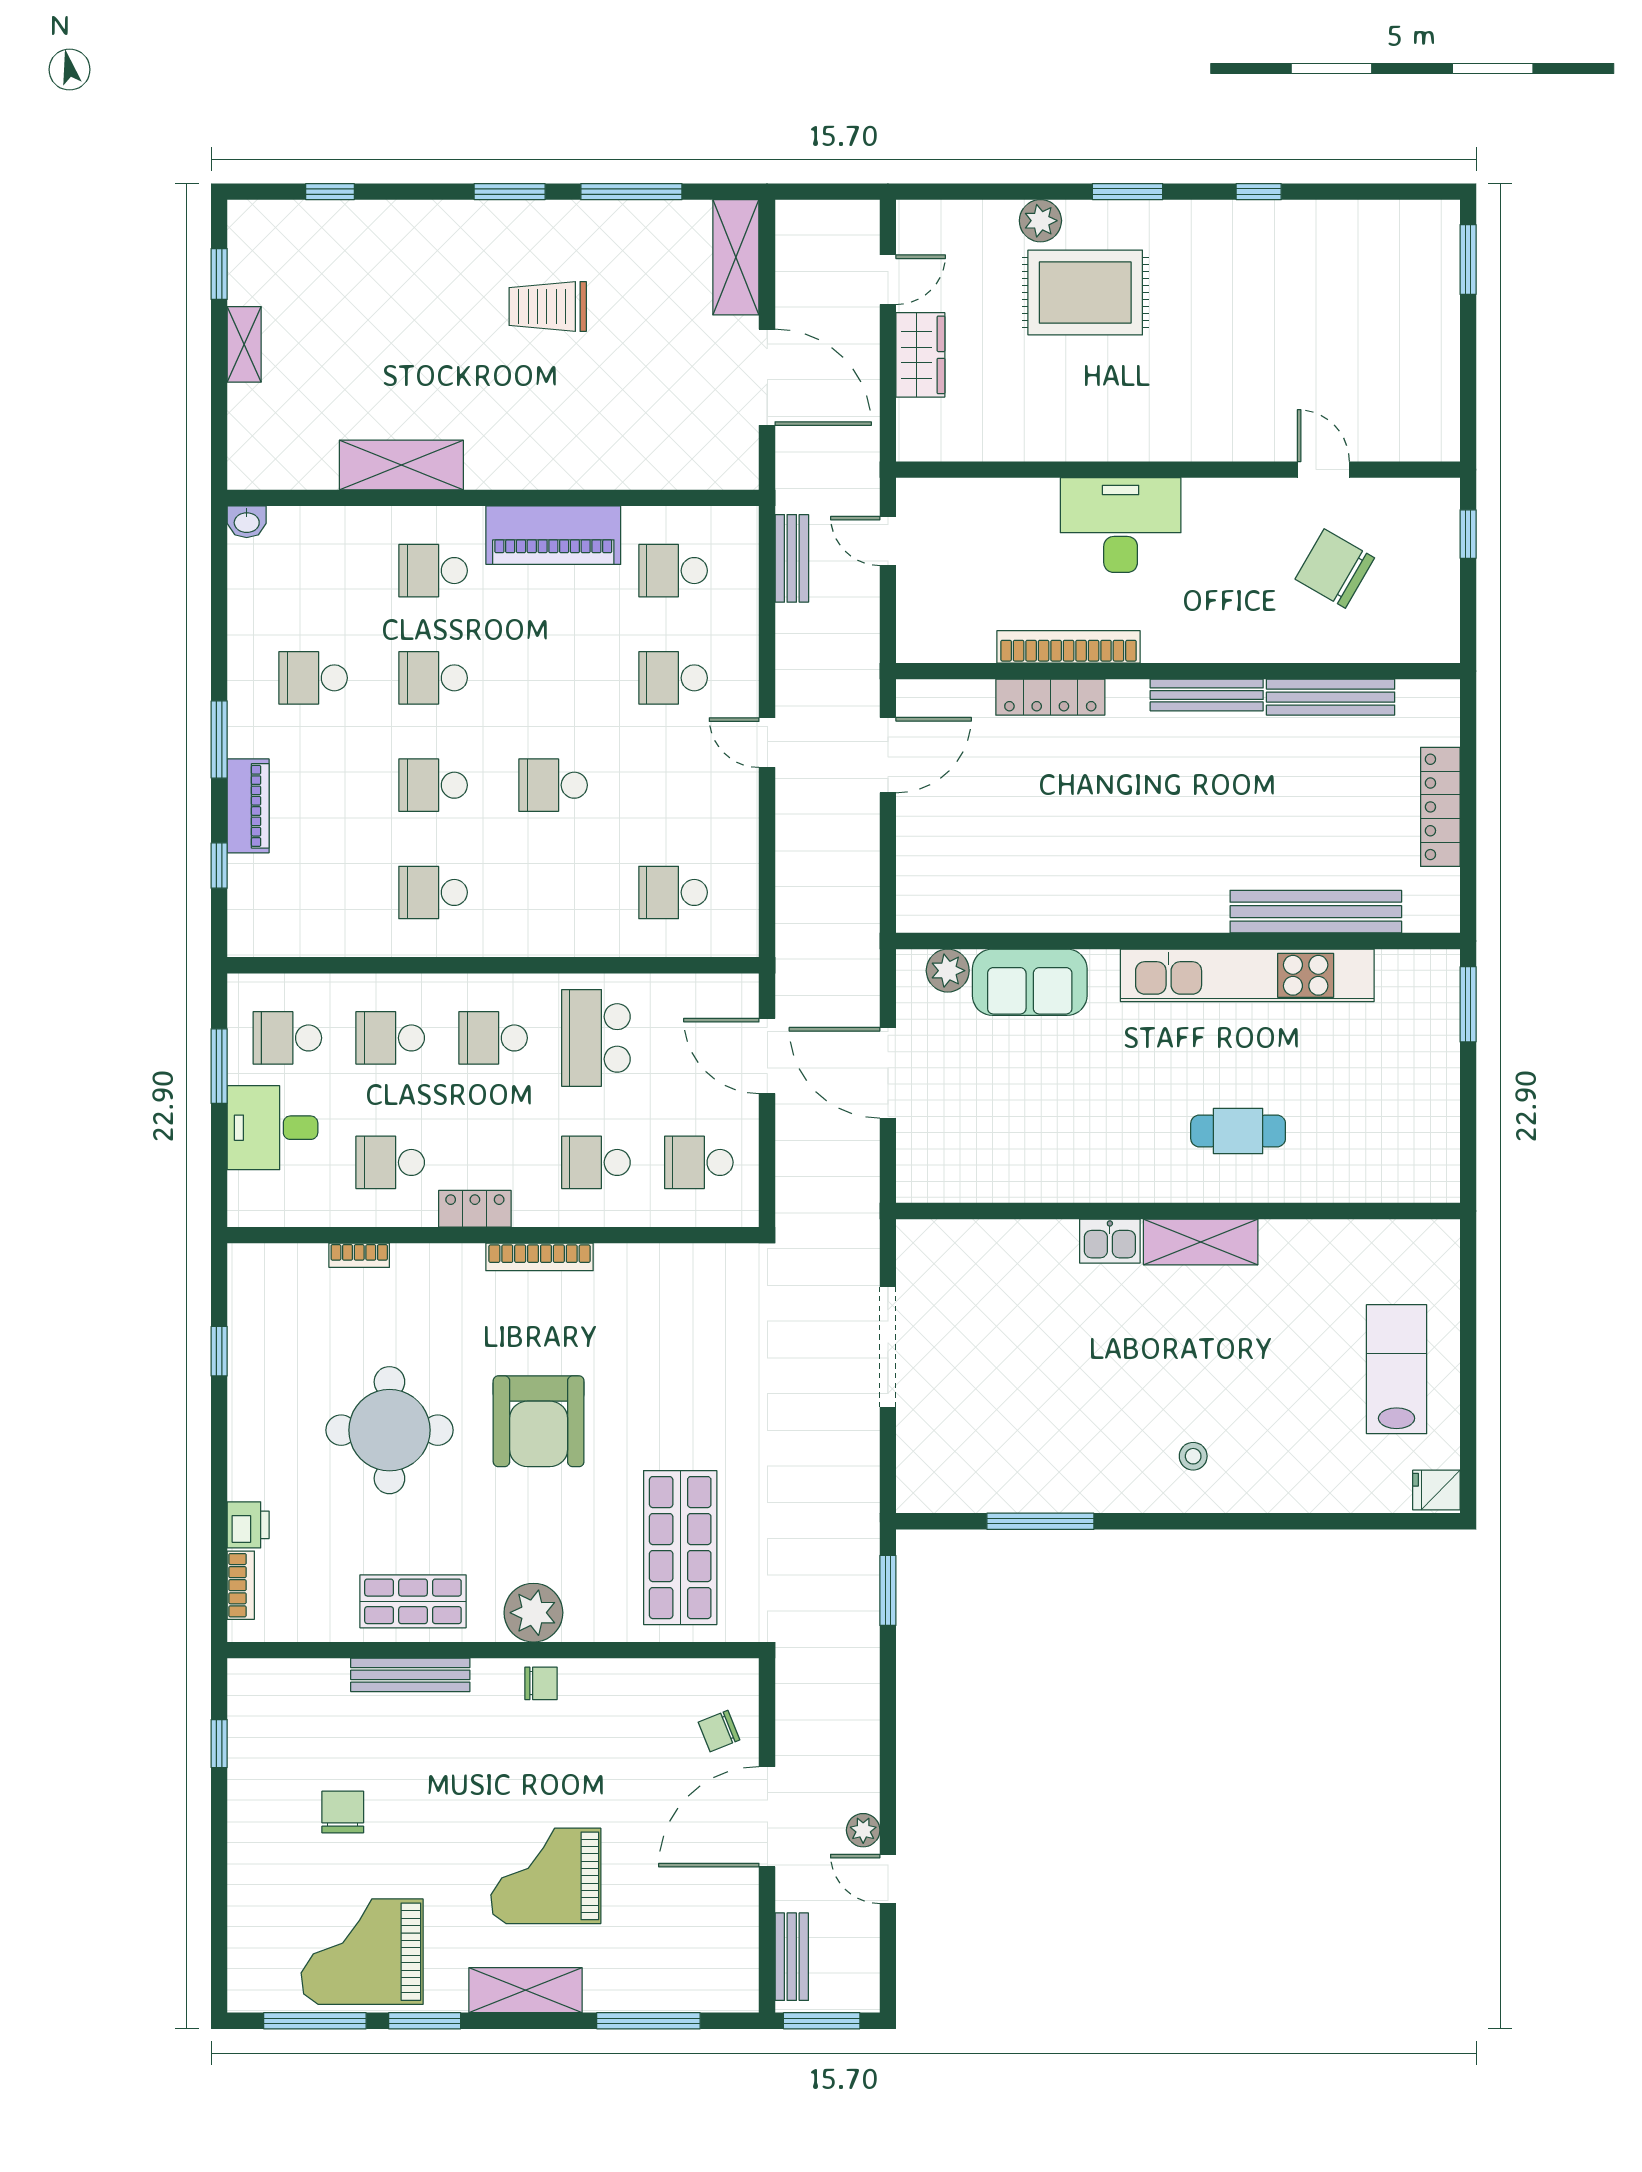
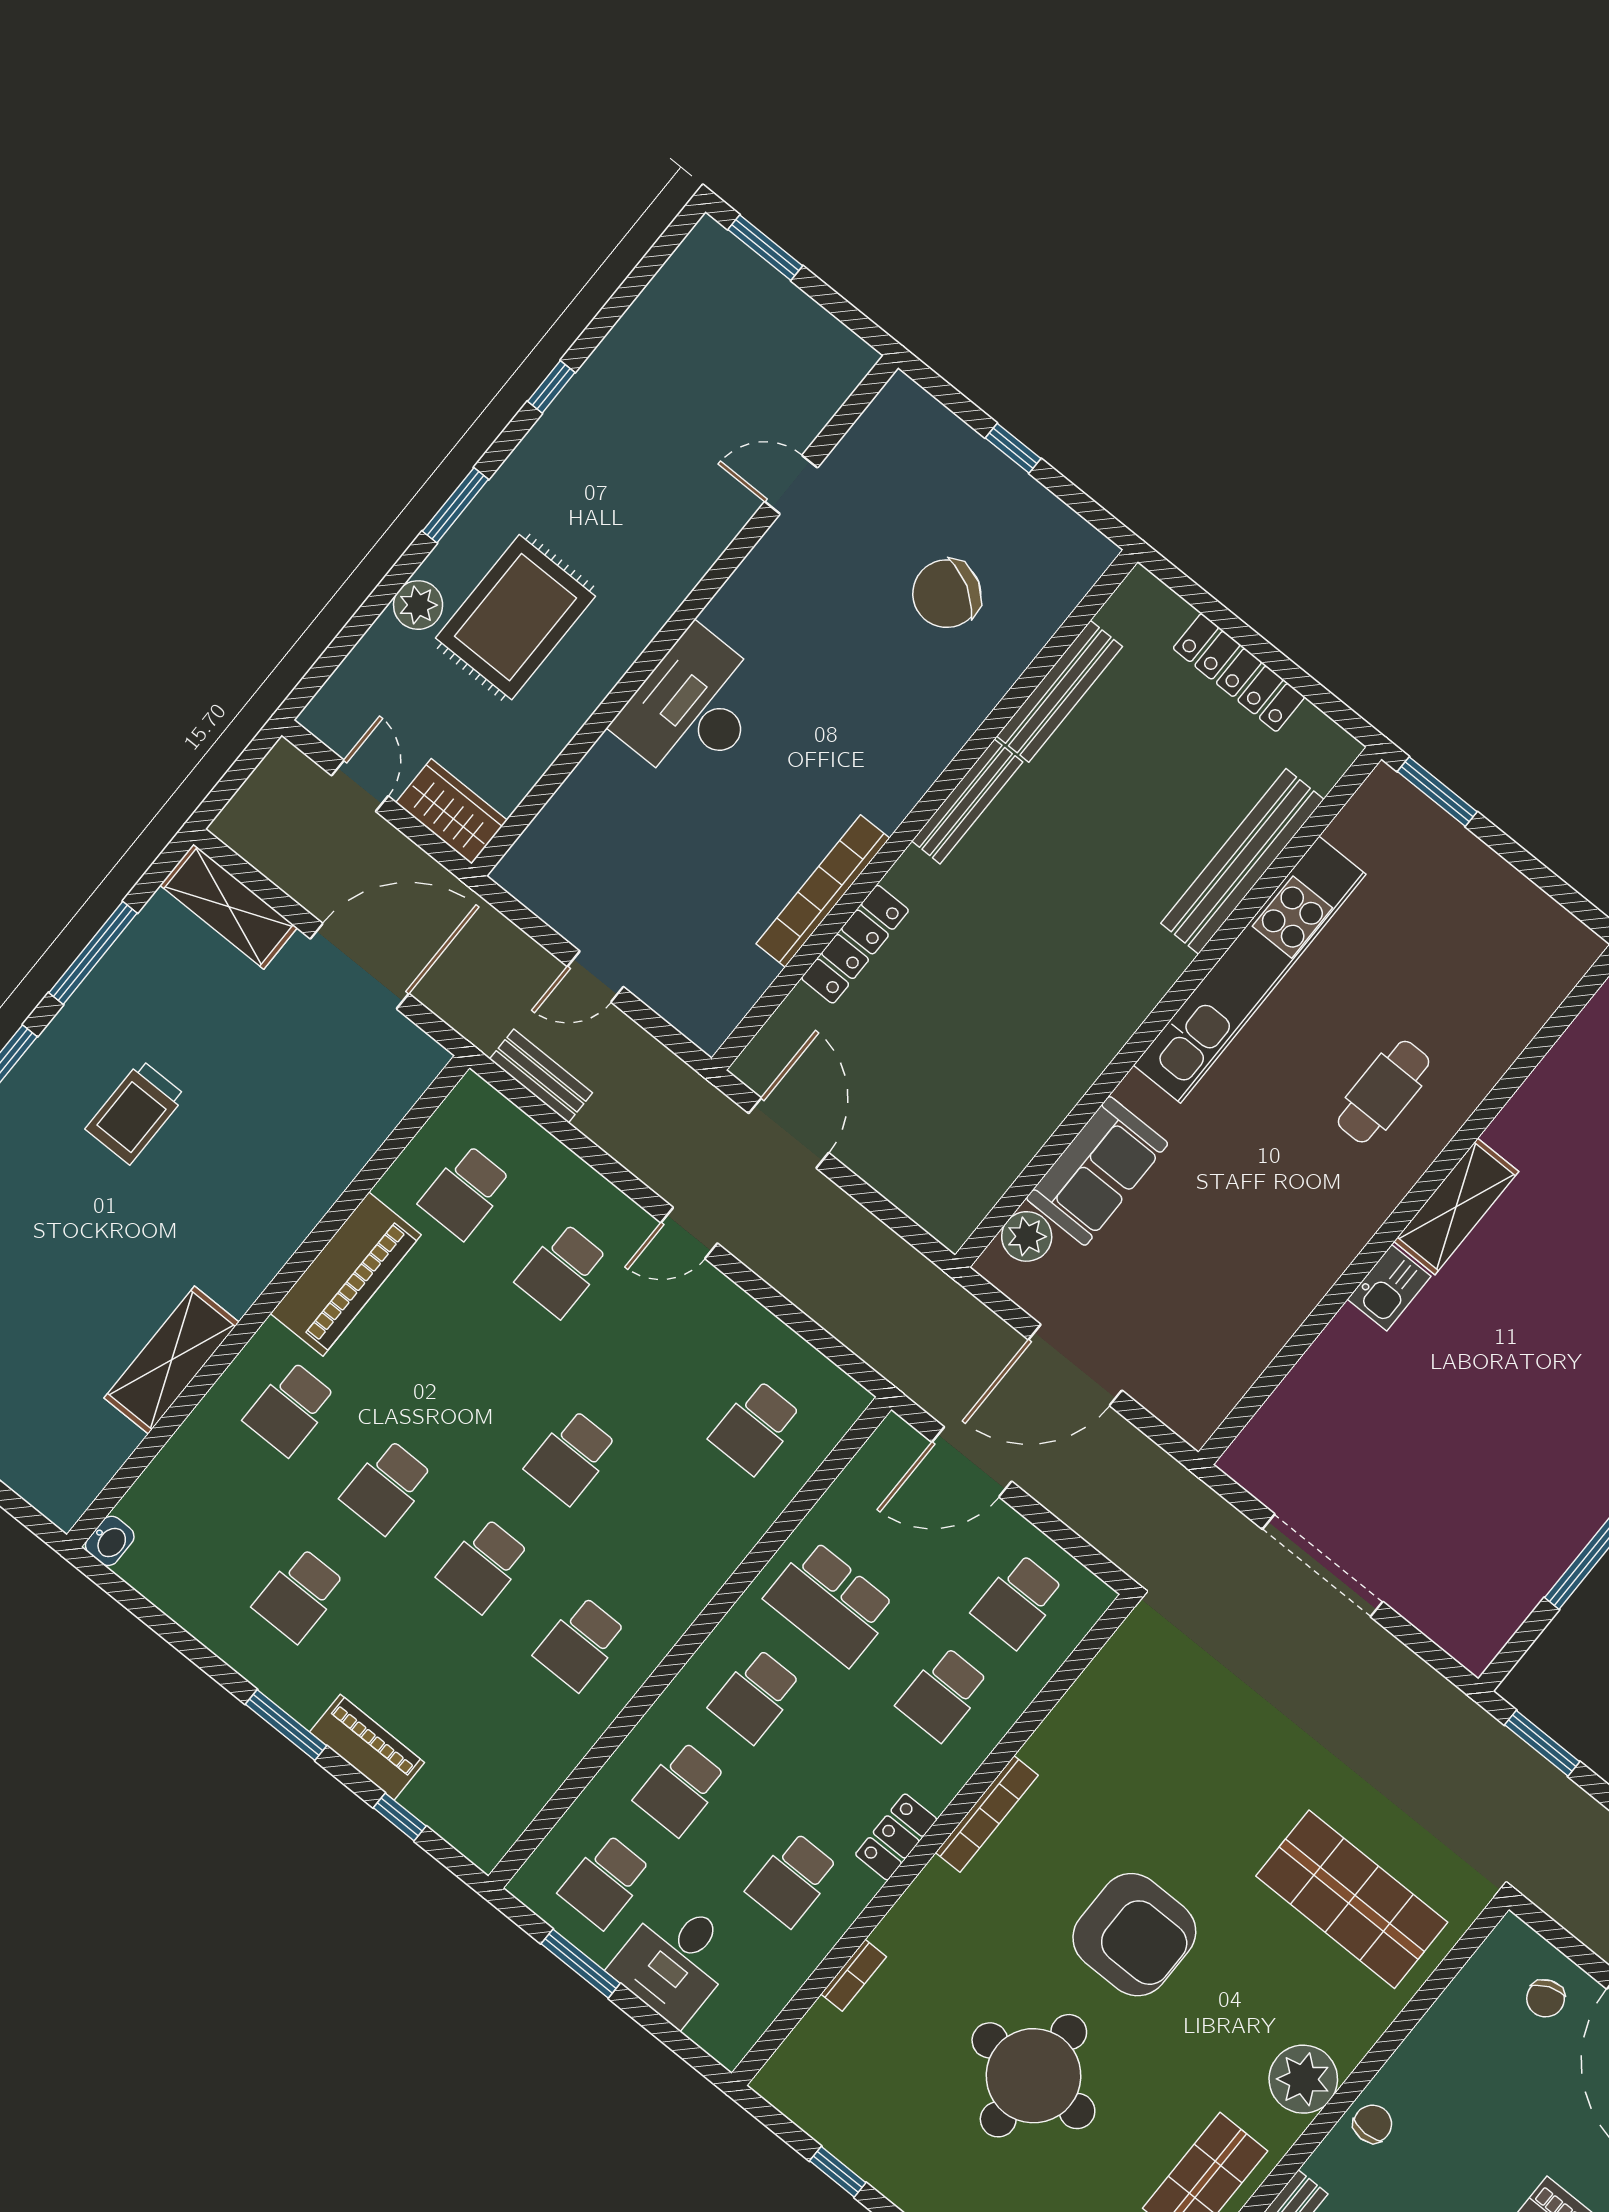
wall: (1178, 470) -> (685, 616), moved
door: (1323, 470) -> (791, 485), moved
desk: (1121, 525) -> (693, 708), moved

